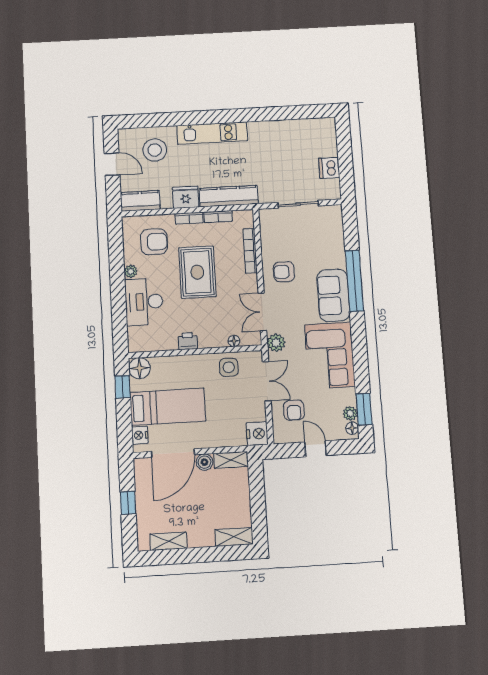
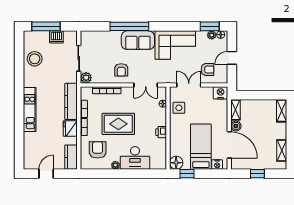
stool: (155, 150) -> (35, 59), moved
window: (345, 151) -> (46, 26), added
plant: (276, 343) -> (86, 78), moved

